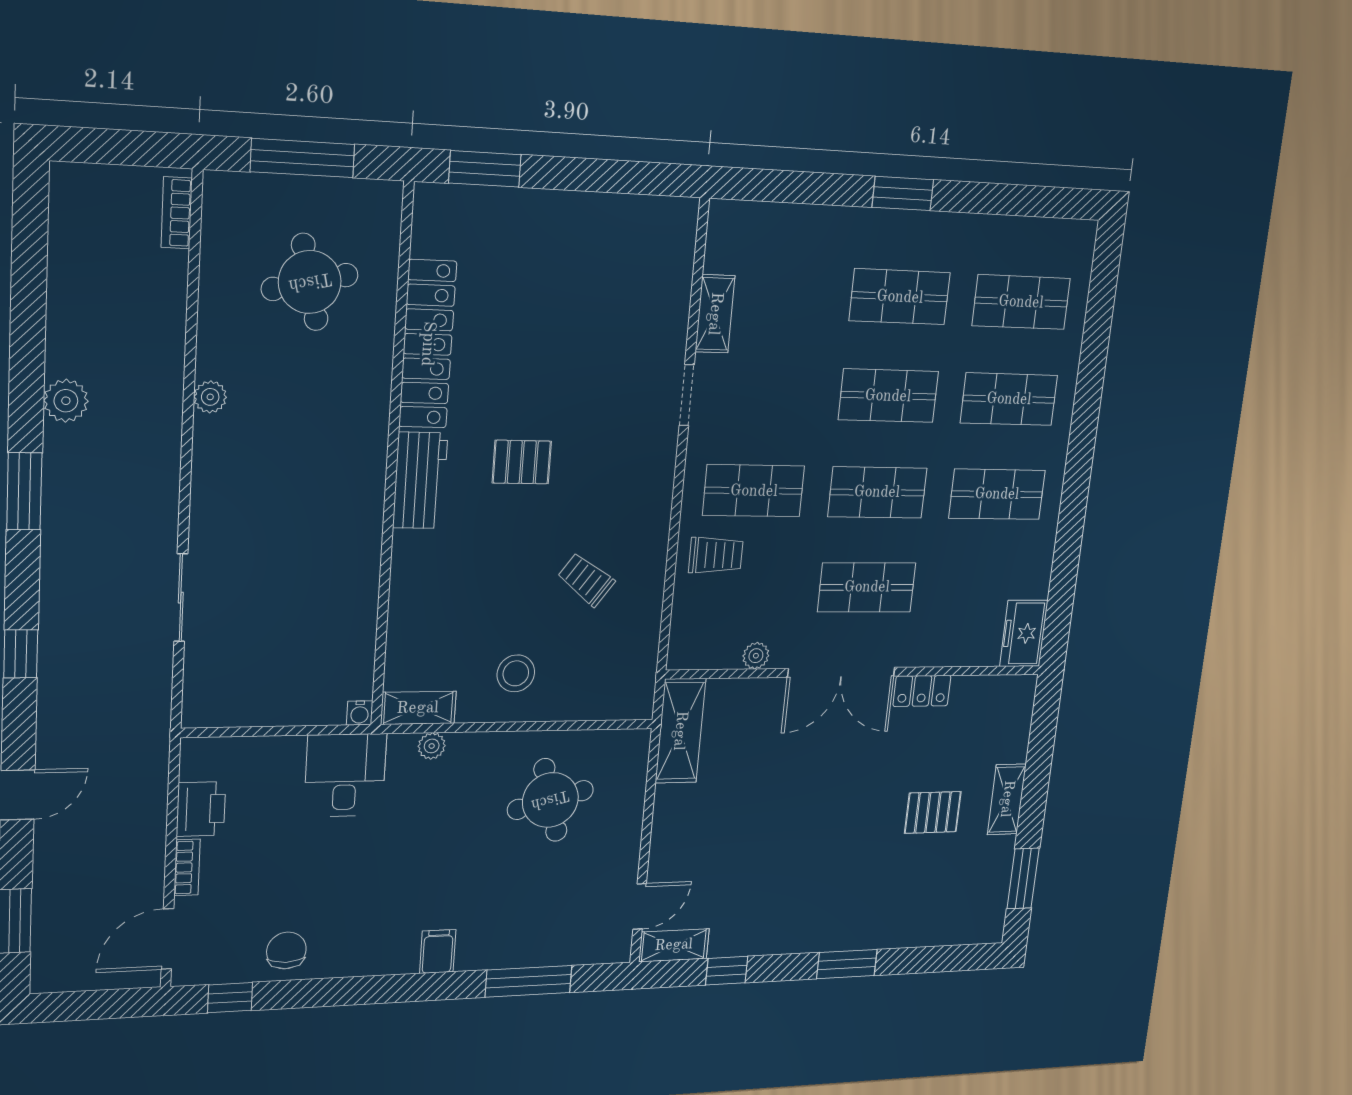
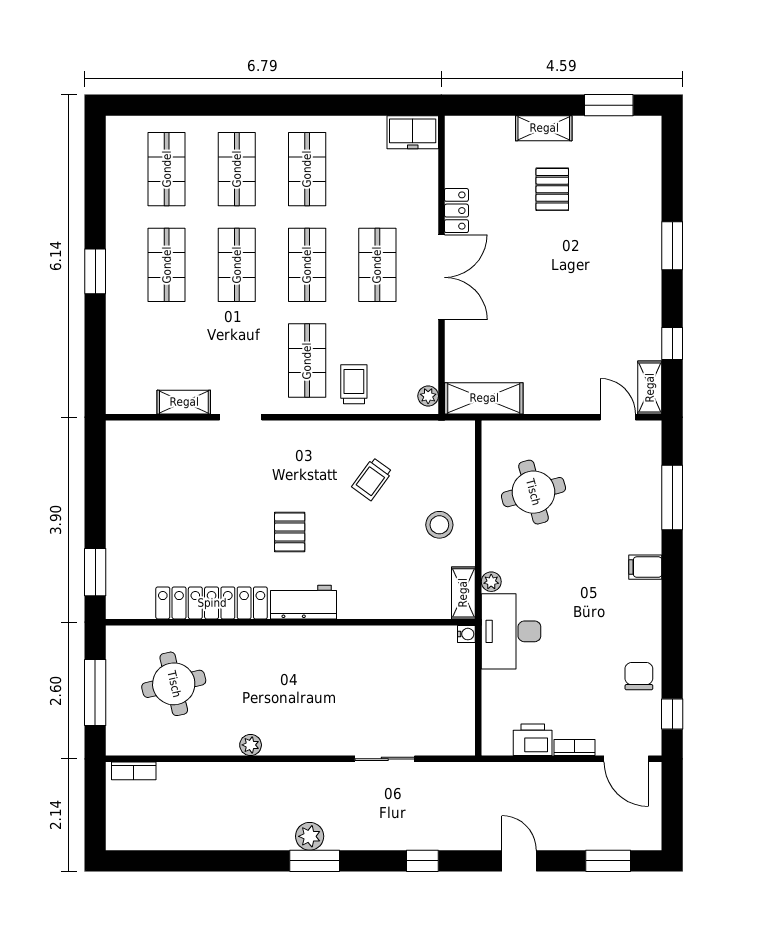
plant: (66, 401) -> (310, 836), moved
plant: (756, 656) -> (428, 396), moved
desk: (345, 775) -> (511, 631), width x1.37
chair: (286, 950) -> (639, 676), turned 90

